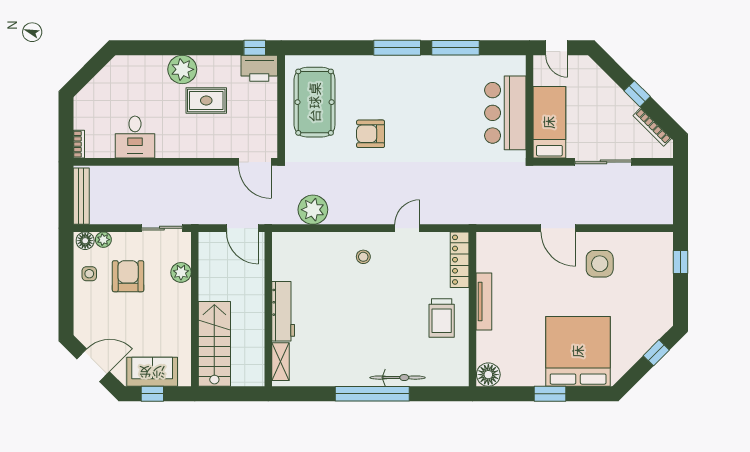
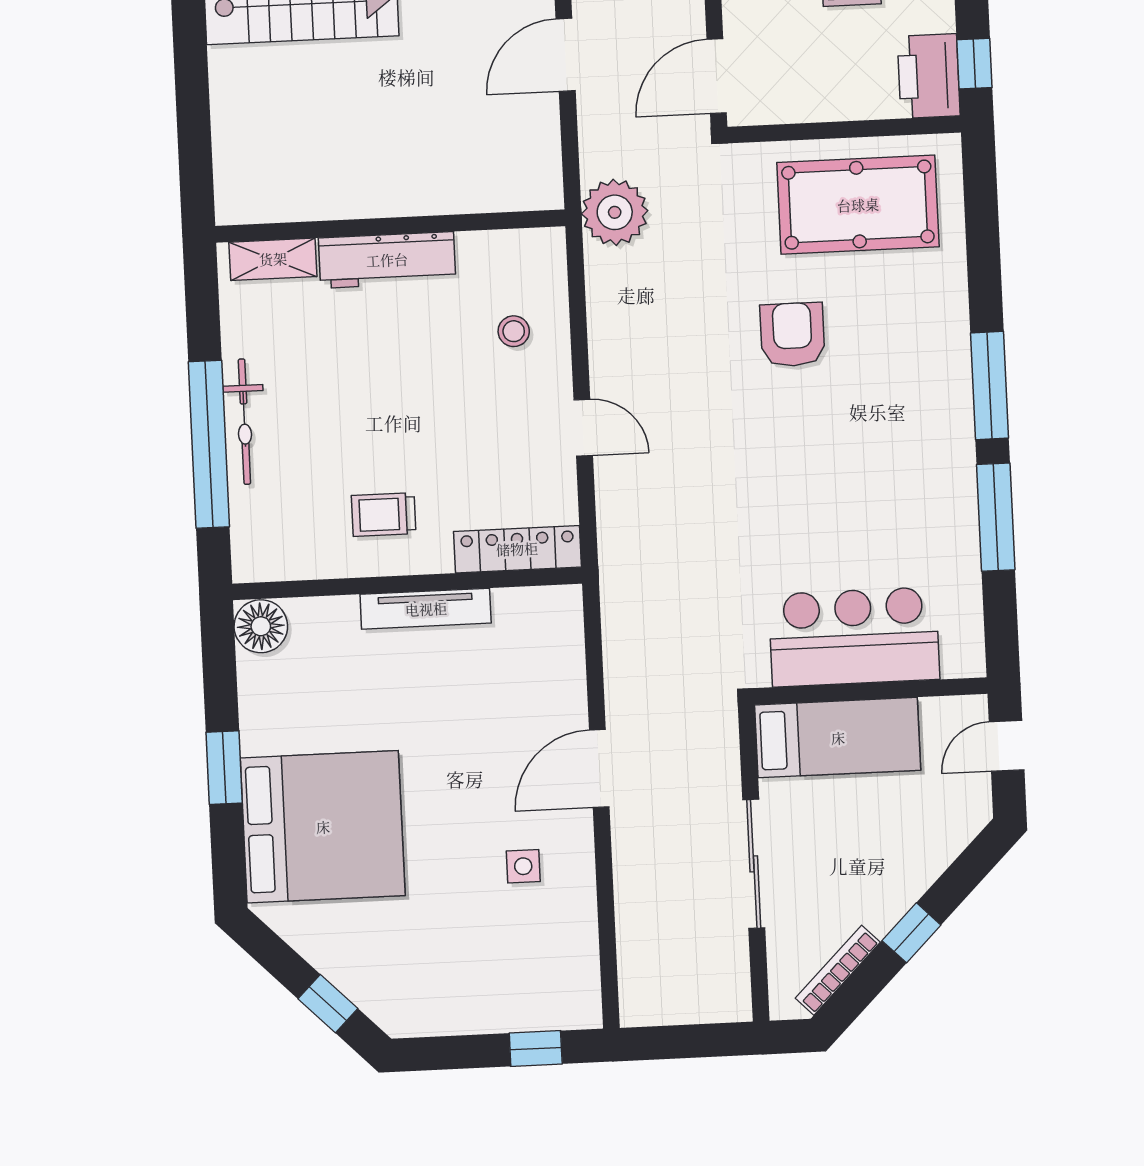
side table: (600, 264) -> (523, 866), width x0.54, depth x0.54
wall: (268, 309) -> (390, 226), moved
workbench: (283, 311) -> (387, 260), moved
trolley: (442, 318) -> (384, 515), width x0.73, depth x0.72
shelving: (281, 362) -> (273, 259), moved
window: (372, 394) -> (209, 444), moved

